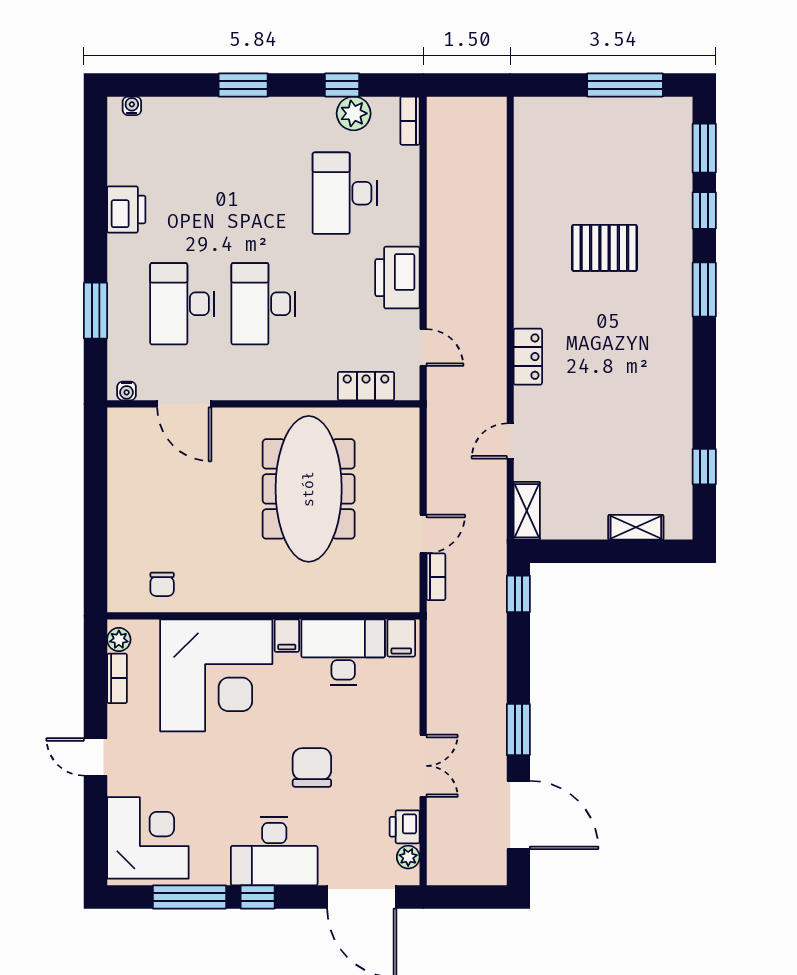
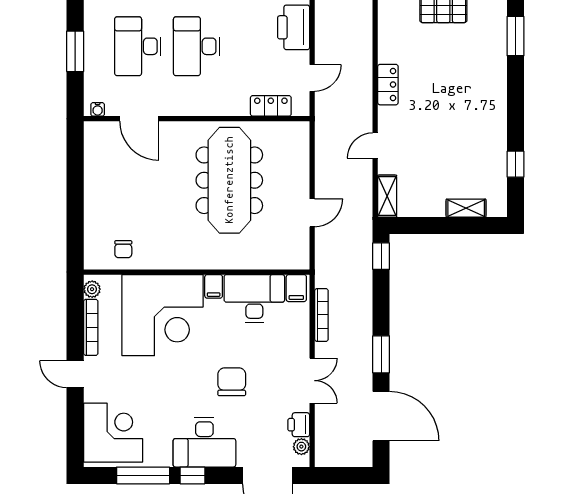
door: (423, 348) -> (312, 78), hinge flipped
bookcase: (436, 577) -> (321, 315), moved, width x1.56
bookcase: (117, 678) -> (91, 327), width x1.56

